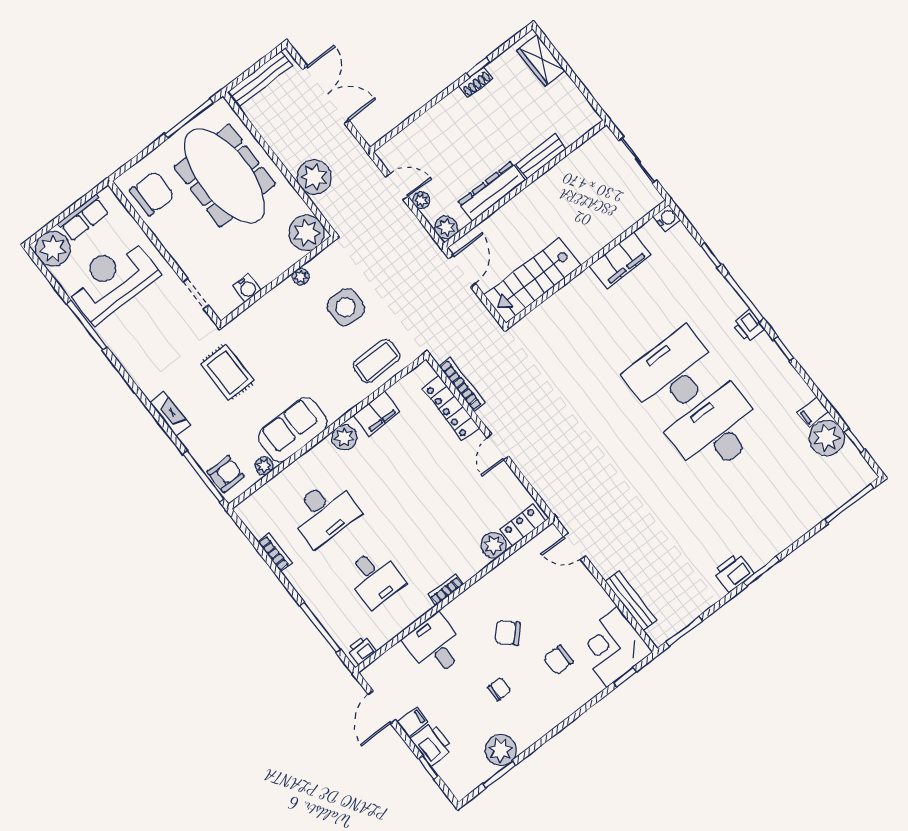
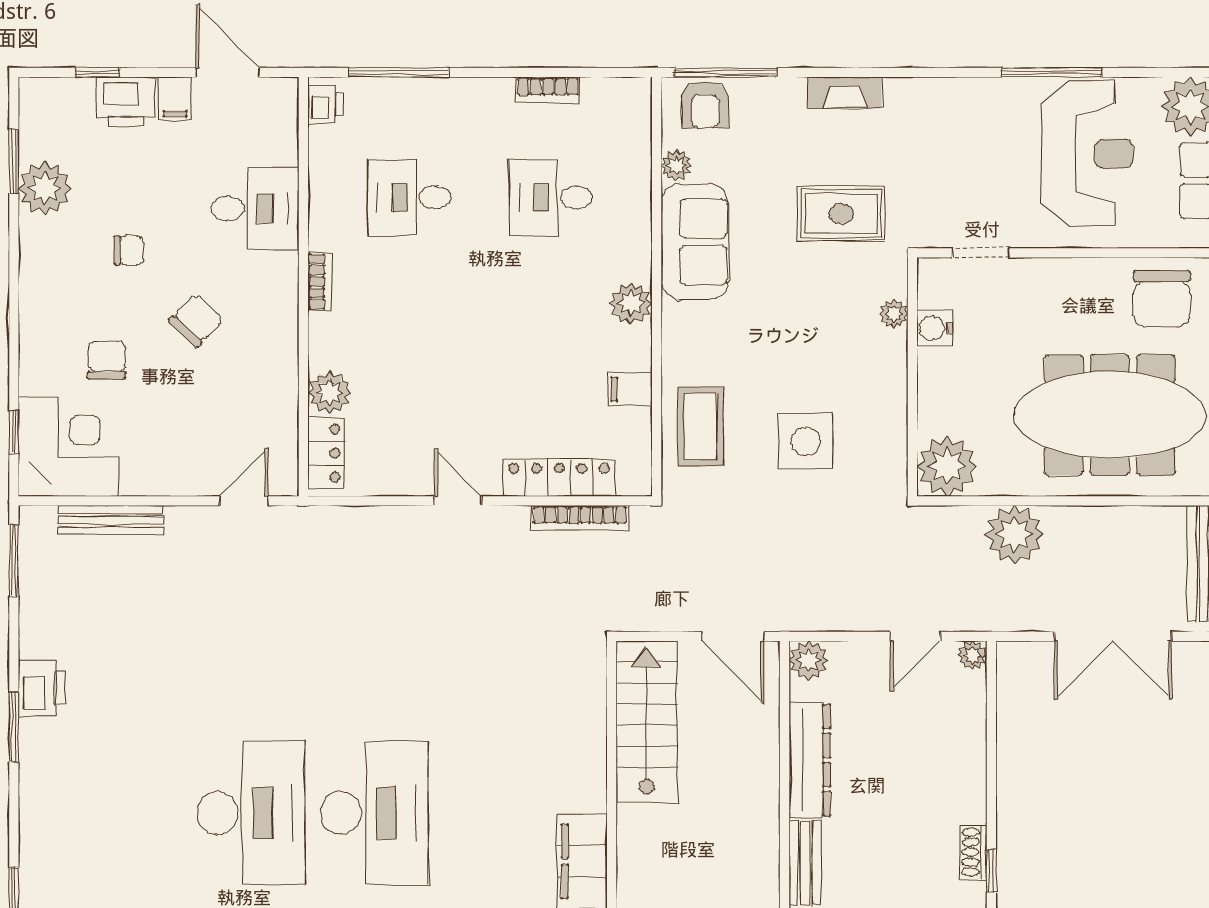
plant: (421, 200) -> (972, 655), moved
plant: (301, 277) -> (894, 314), moved
filing cabinet: (377, 413) -> (630, 389), width x0.50
desk: (324, 513) -> (551, 198), width x0.73
chair: (499, 689) -> (129, 250), turned -90

